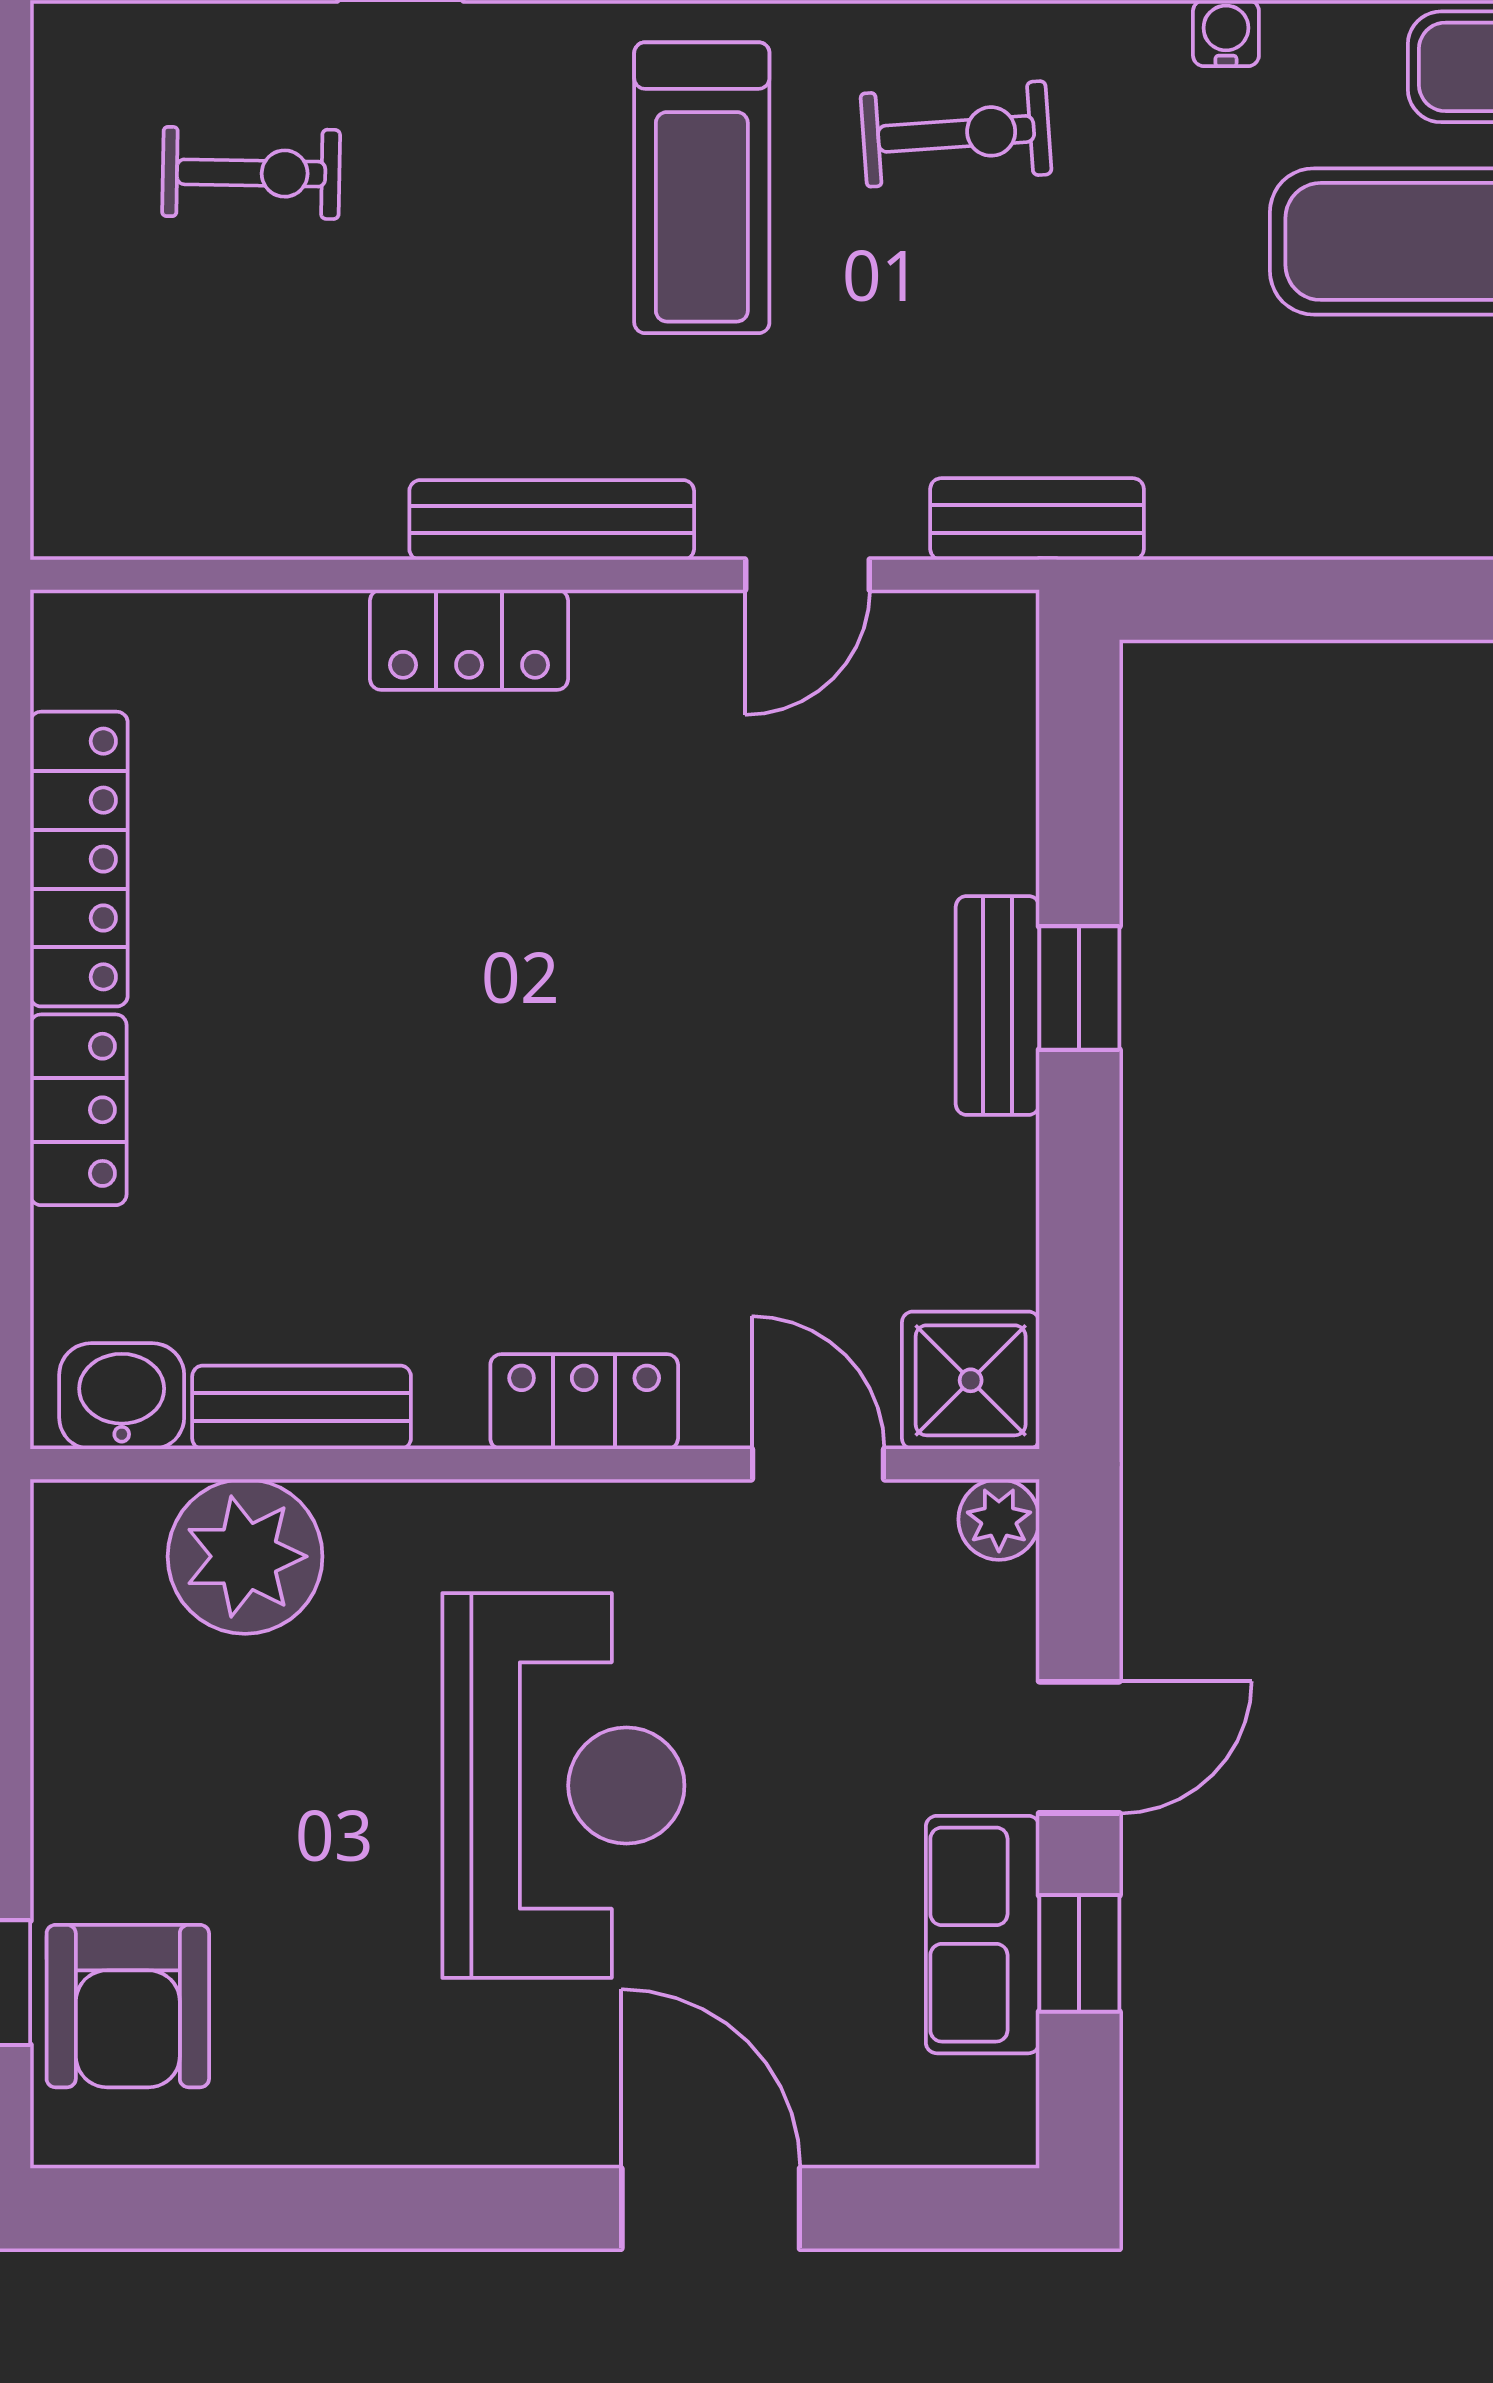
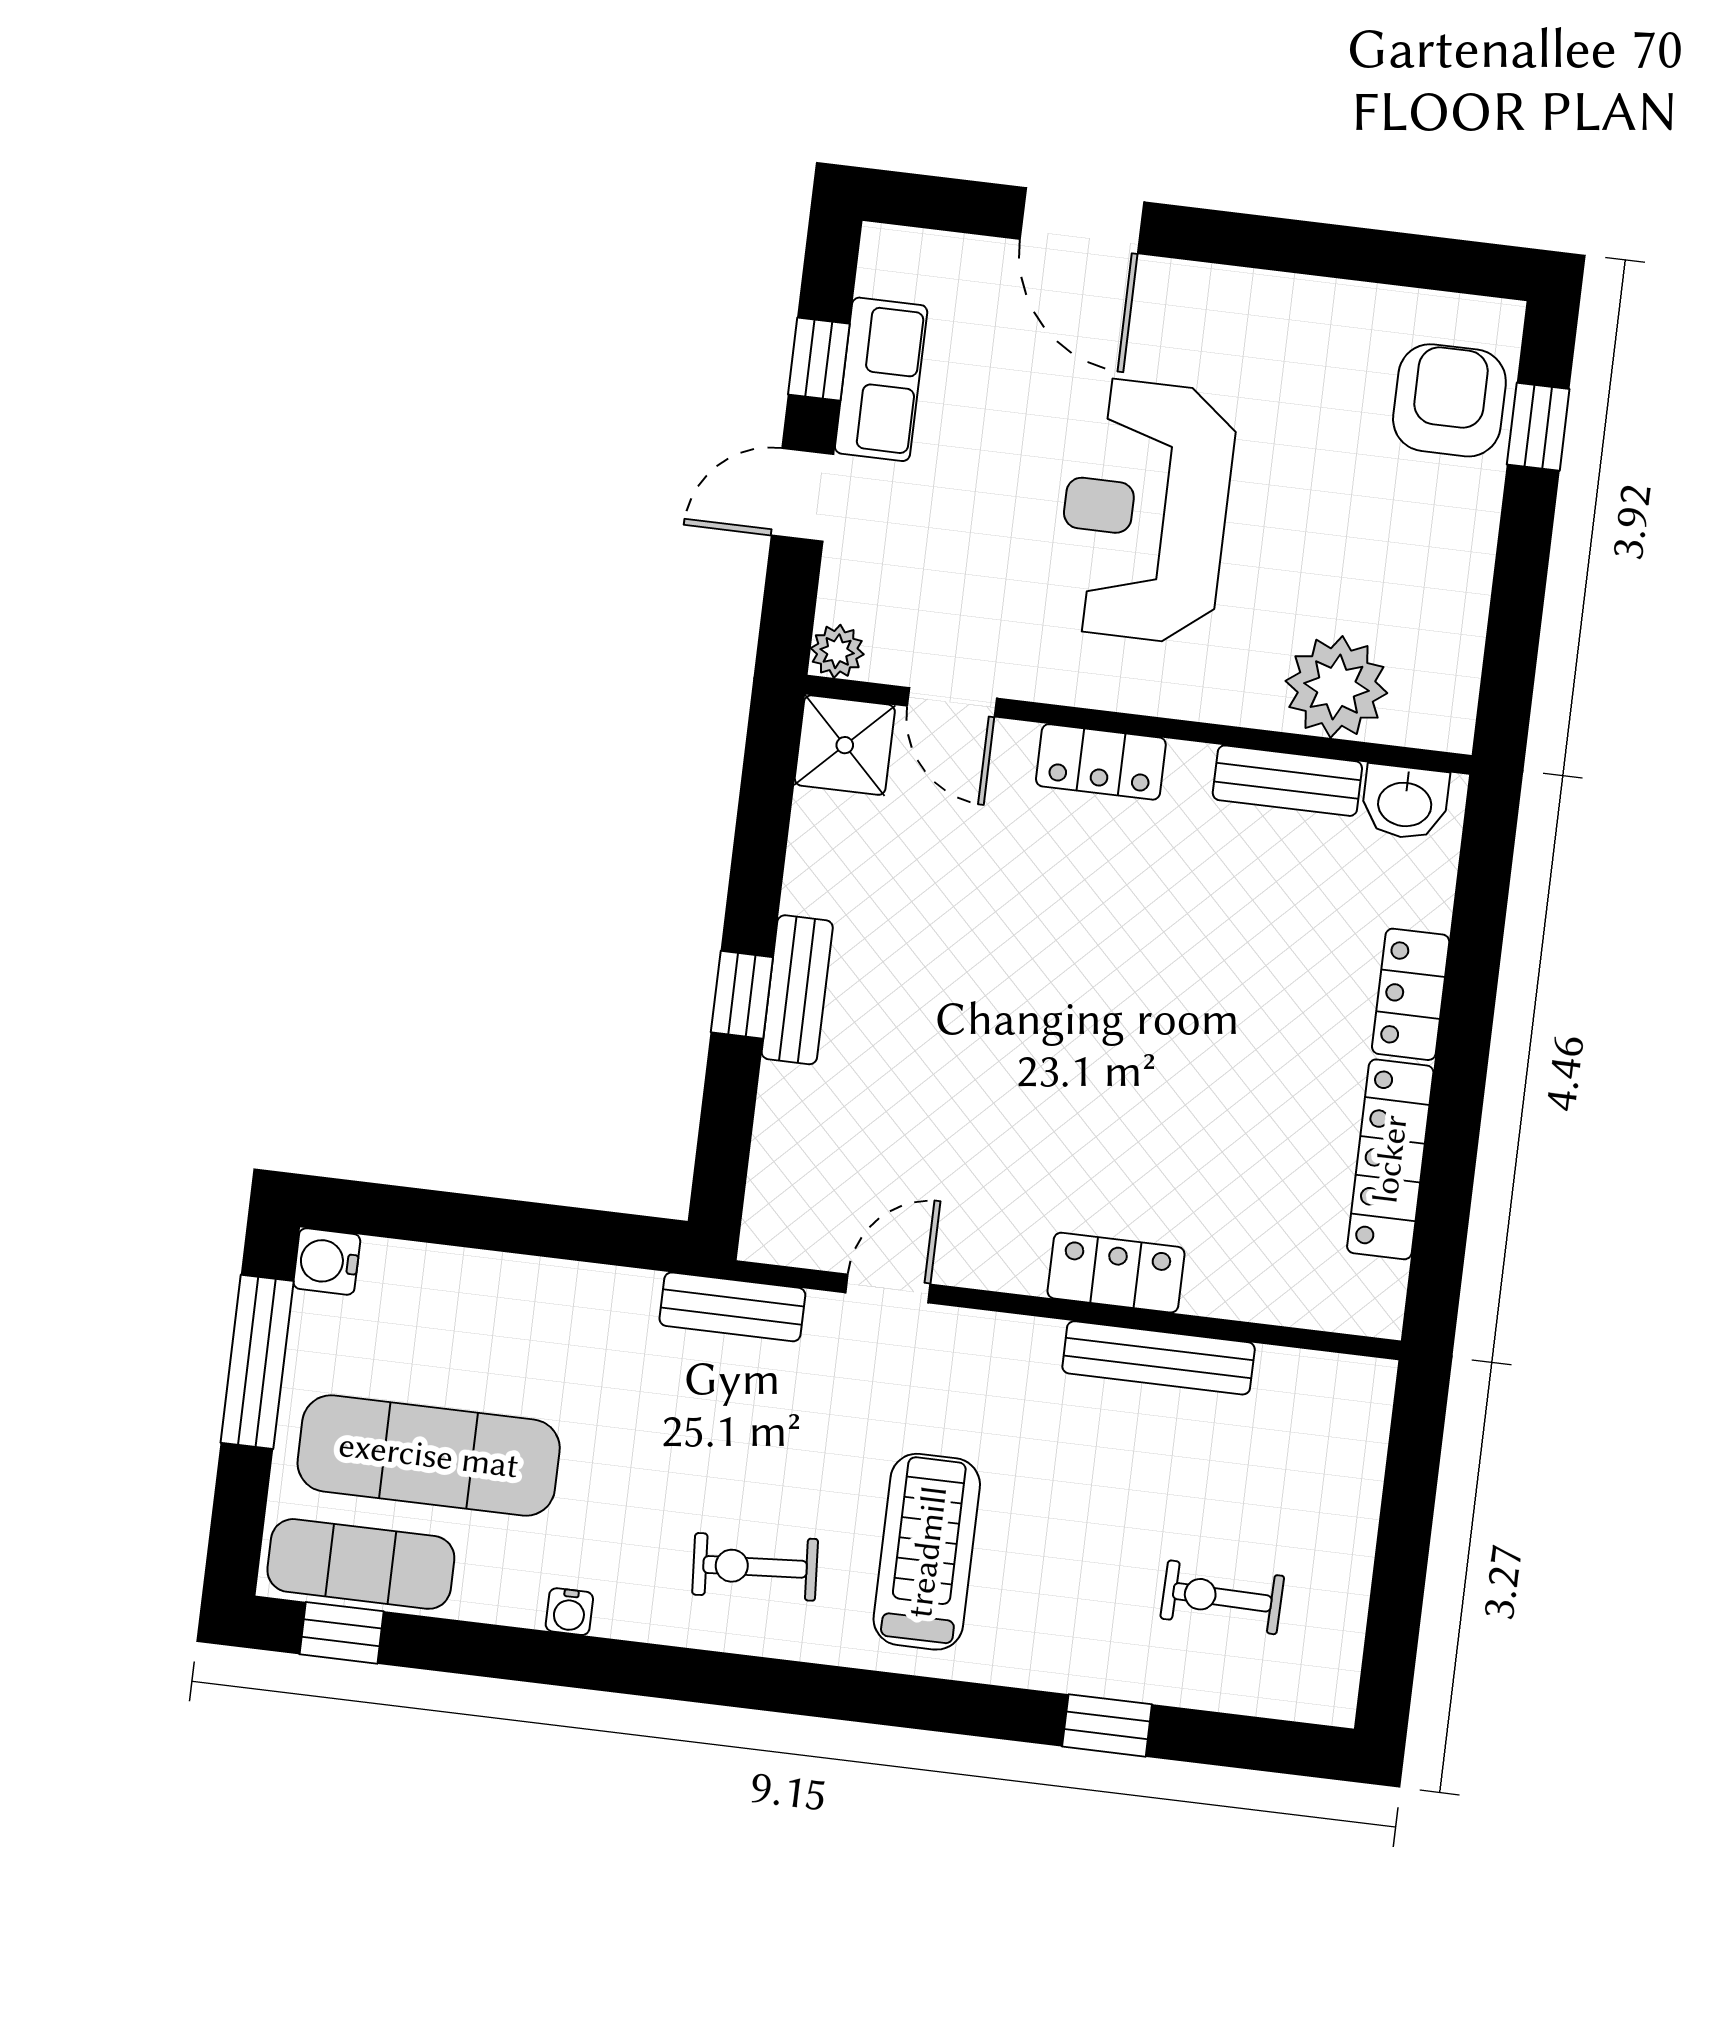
bench: (552, 520) -> (1159, 1358), moved

